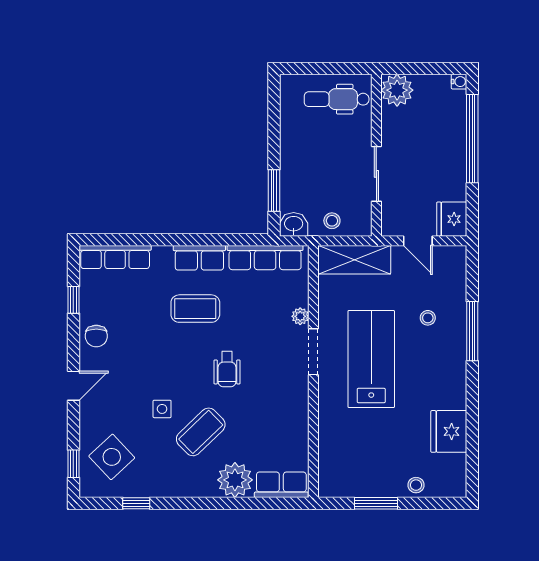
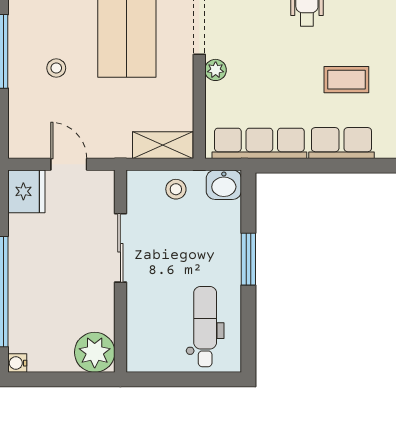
dental chair: (337, 99) -> (205, 327), moved, turned -90
window: (274, 190) -> (248, 259), moved
shelving: (355, 260) -> (163, 145), width x0.67, depth x0.75
coffee table: (195, 309) -> (346, 80), width x0.73, depth x0.77

